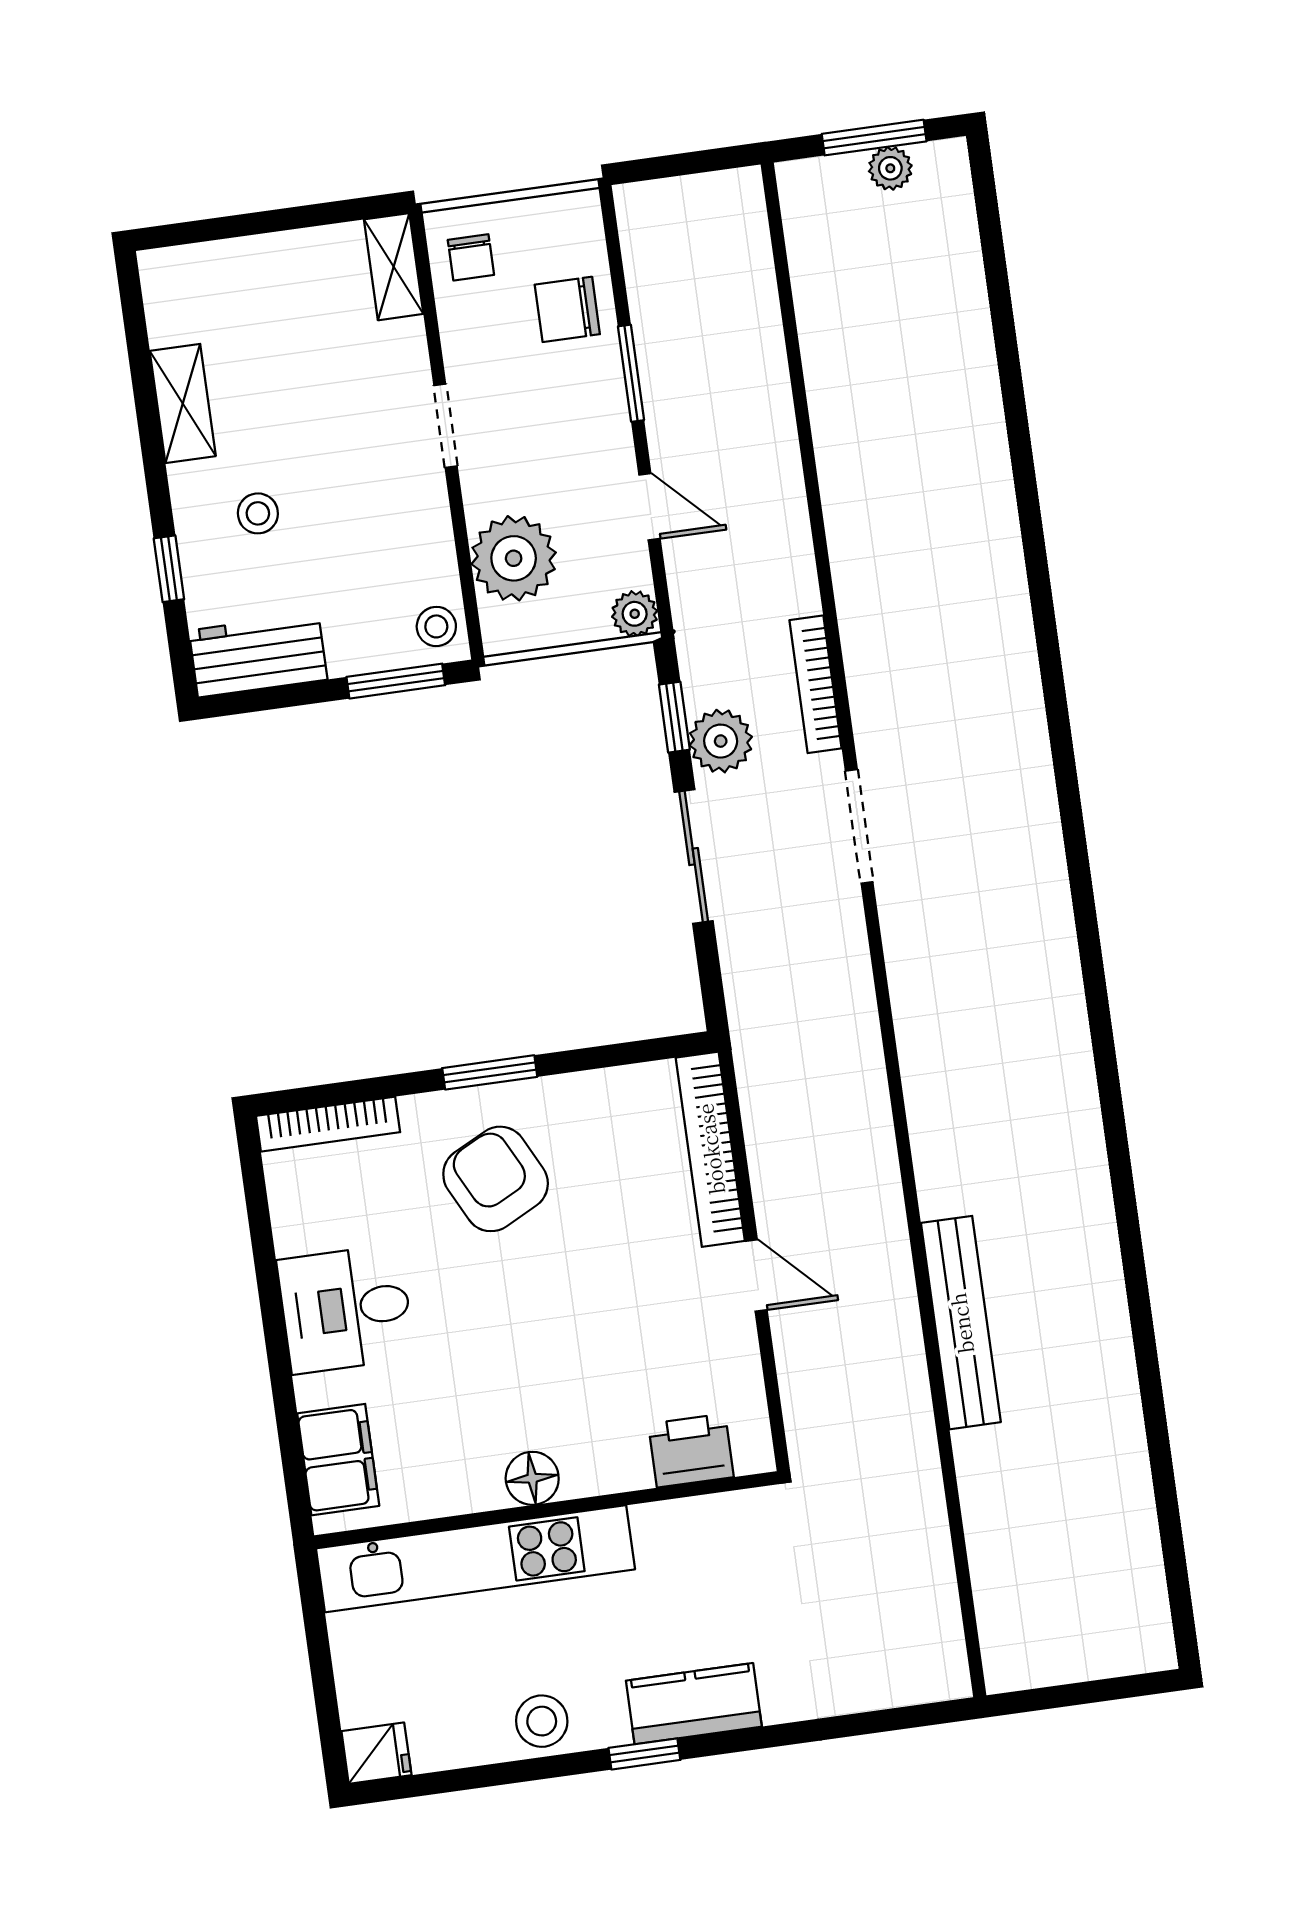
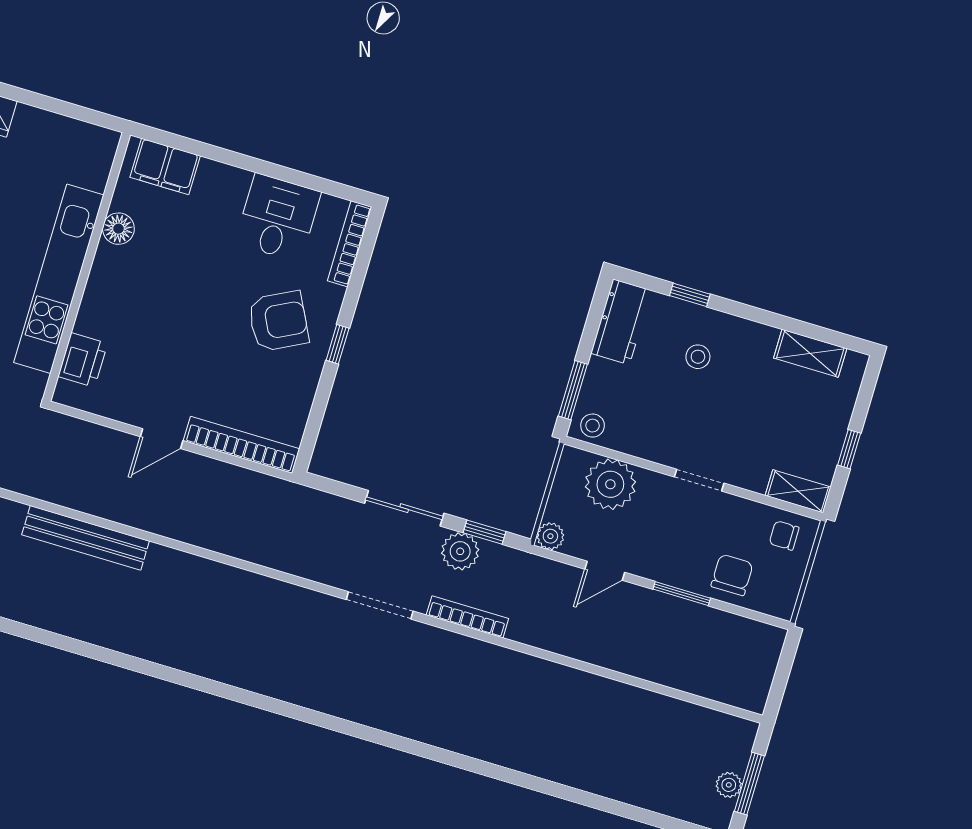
window: (294, 218) -> (849, 449), added
shelving: (183, 403) -> (810, 353), moved
window: (490, 1072) -> (338, 344), width x0.67
desk: (346, 1309) -> (278, 218), moved
floor lamp: (532, 1478) -> (118, 229), moved
kitchen unit: (475, 1559) -> (59, 279), moved

